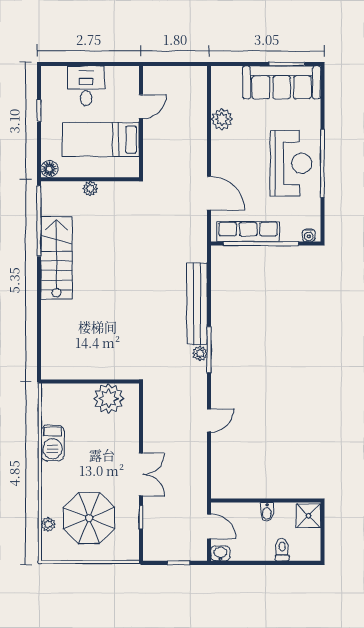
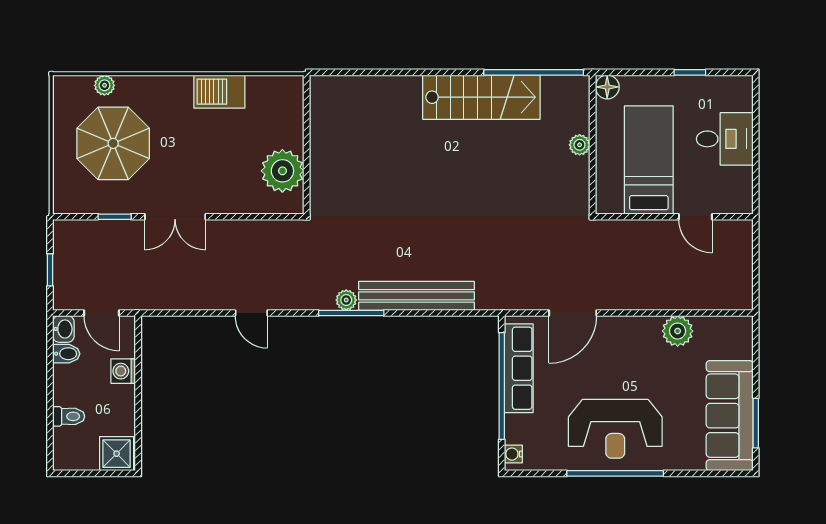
washing machine: (250, 511) -> (123, 371), added
bidet: (267, 512) -> (66, 354), moved, turned 180
door: (209, 526) -> (102, 313), hinge flipped

